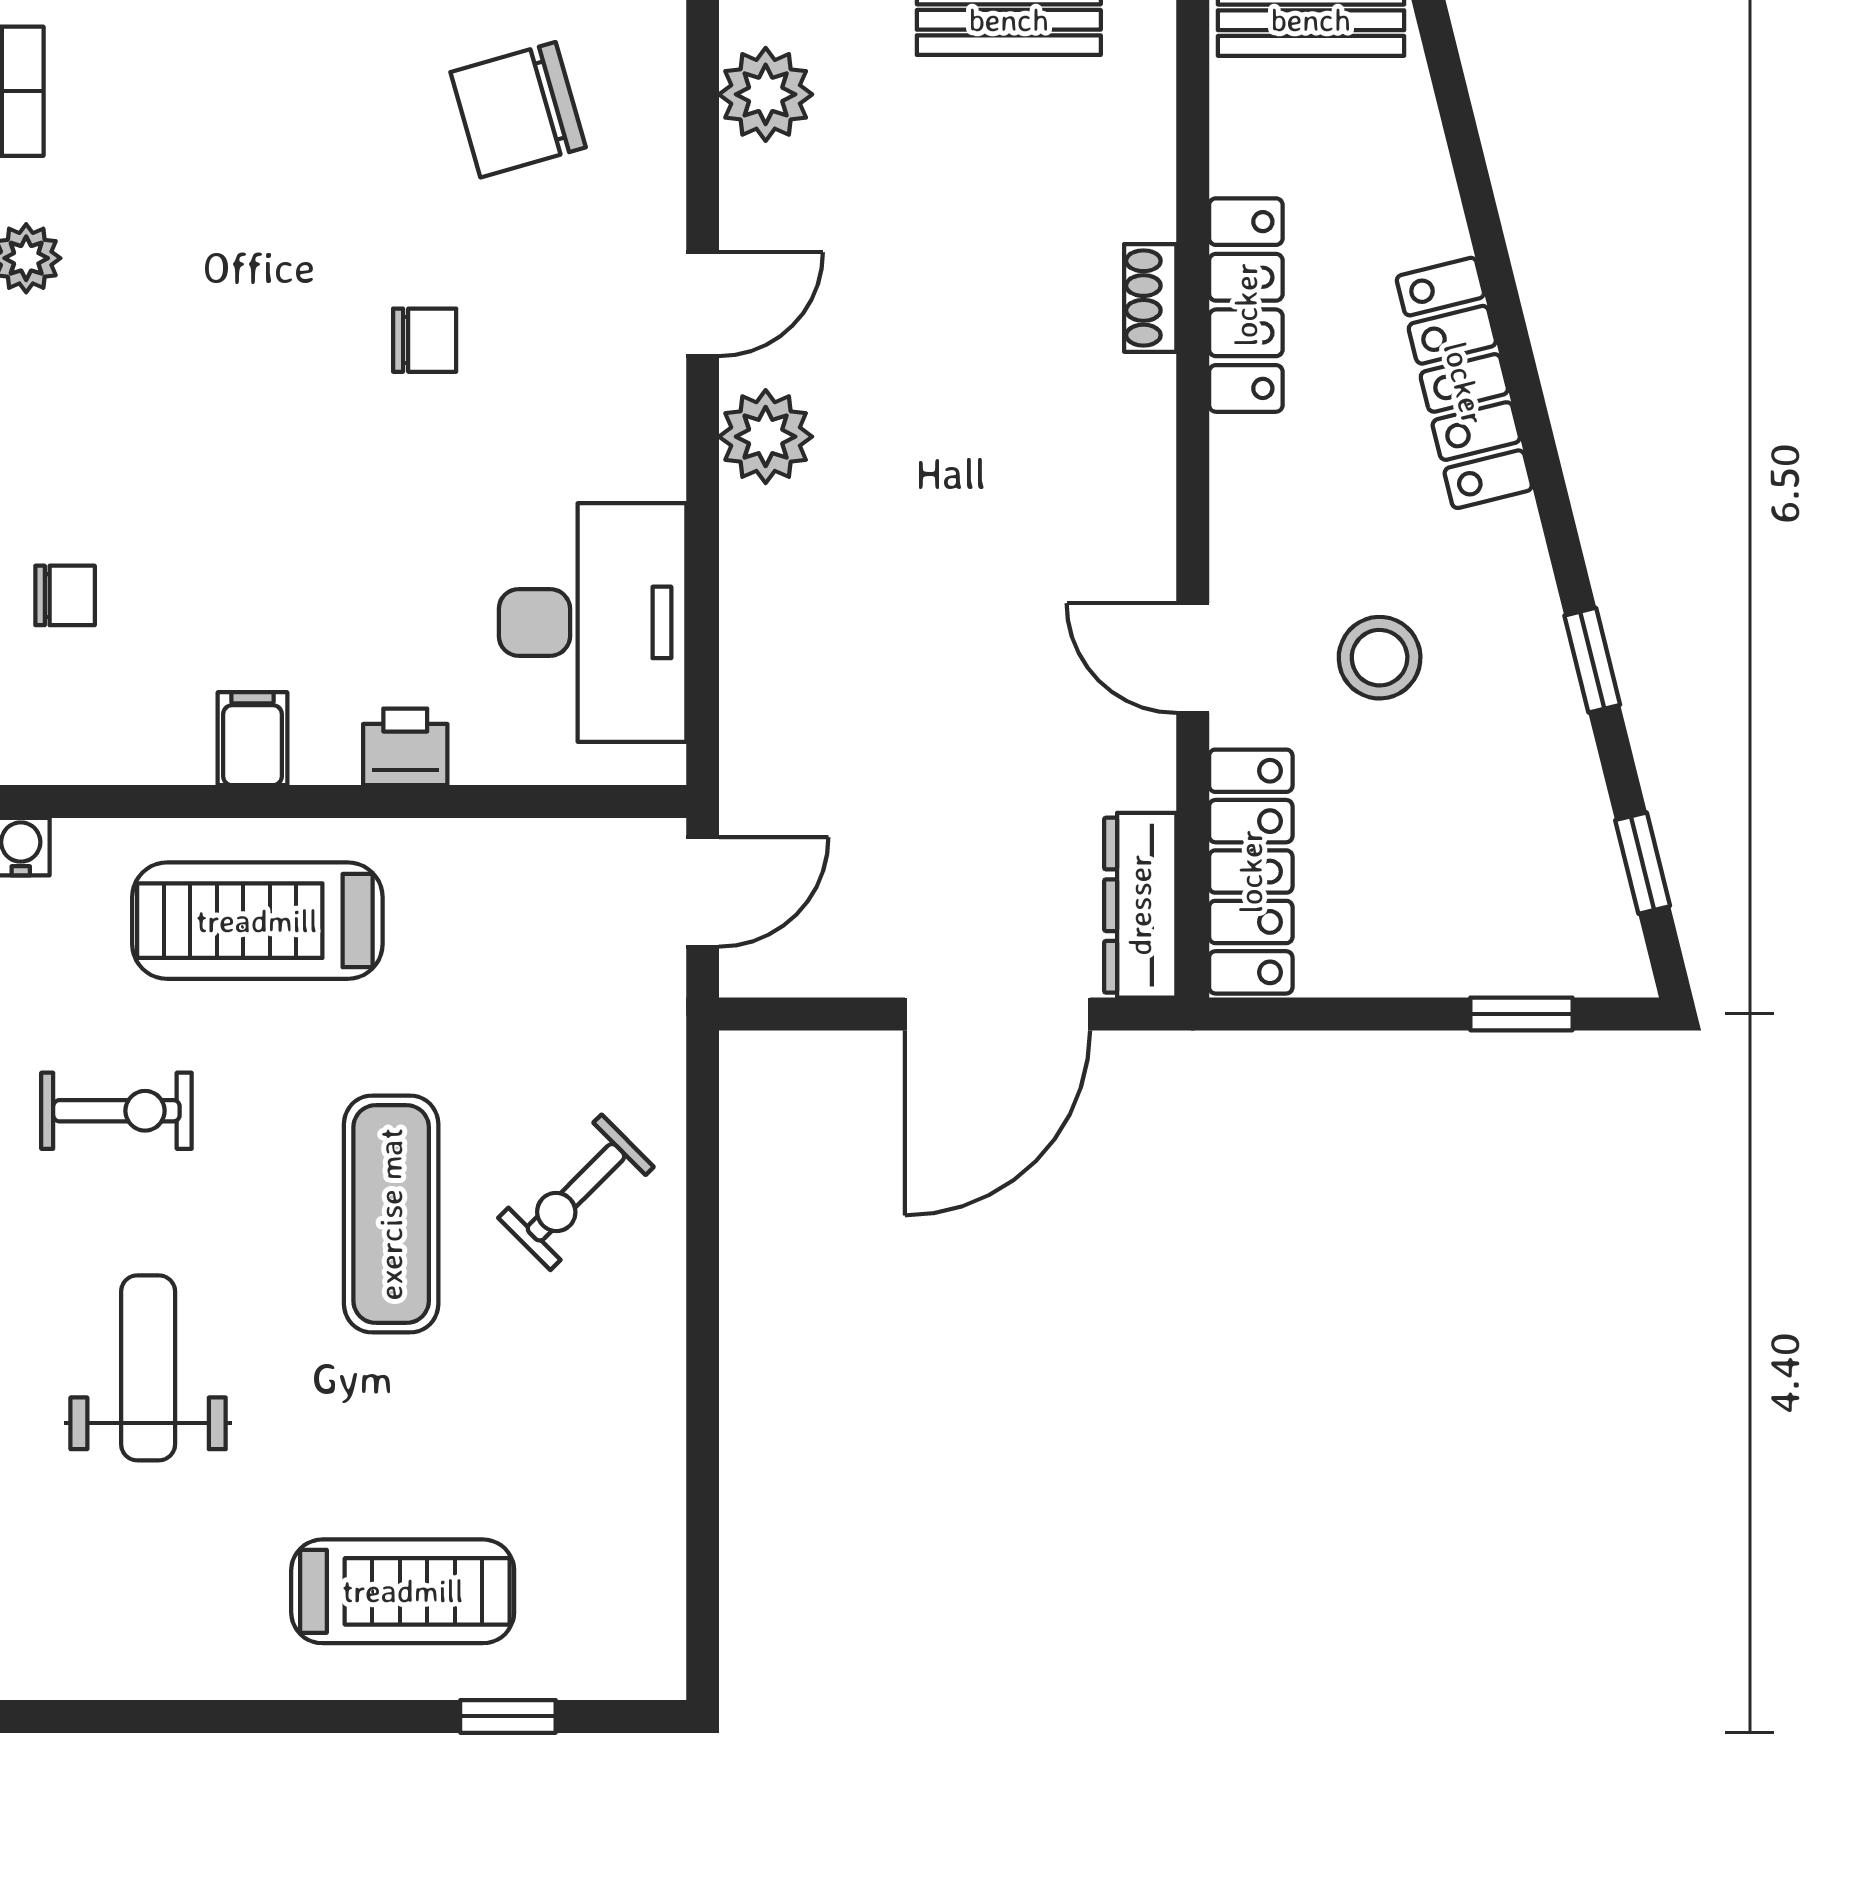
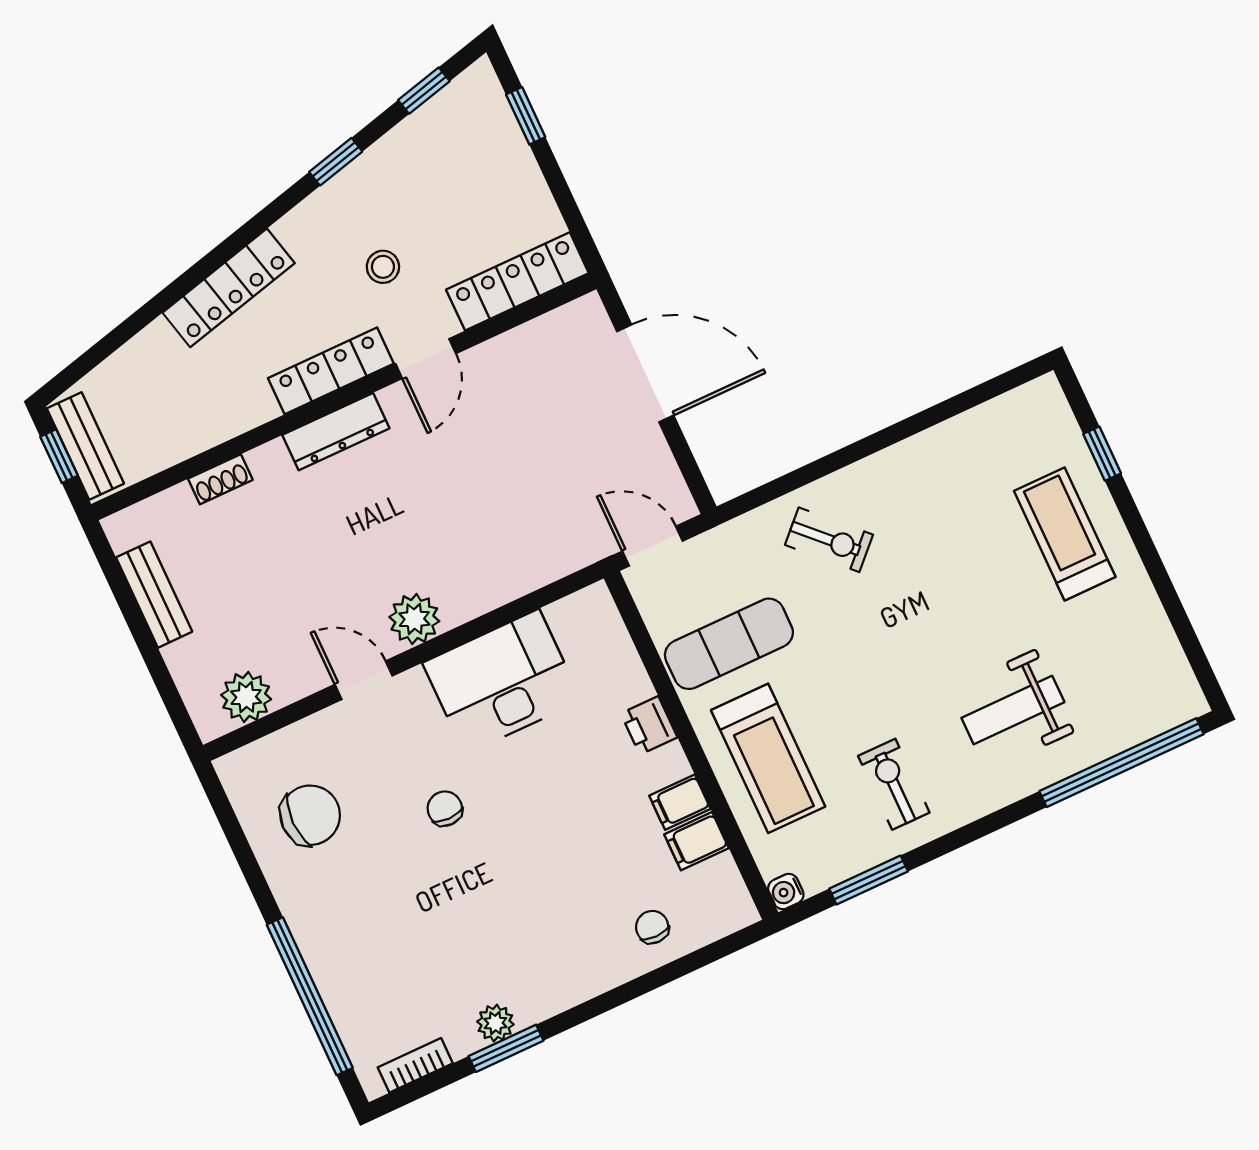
chair: (518, 110) -> (310, 815), turned -74
shoe rack: (1150, 298) -> (220, 479), moved
locker: (1246, 305) -> (331, 371), moved
desk: (593, 622) -> (502, 682), moved
stool: (1380, 658) -> (383, 267), width x0.73, depth x0.73
filing cabinet: (174, 736) -> (696, 841), added
dresser: (1140, 905) -> (336, 432), moved
exercise mat: (391, 1214) -> (729, 644), moved

